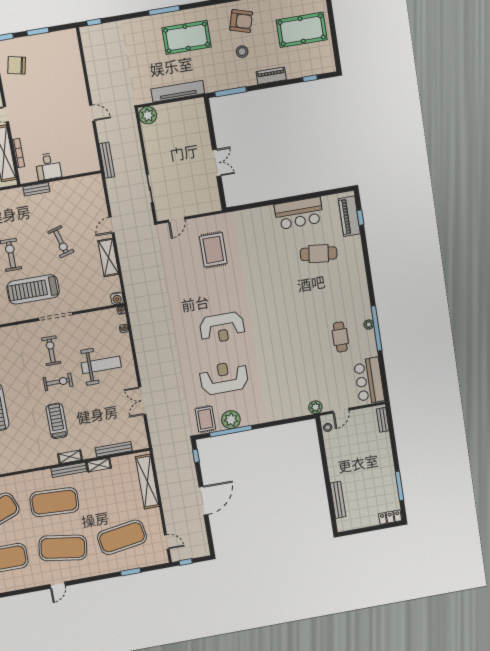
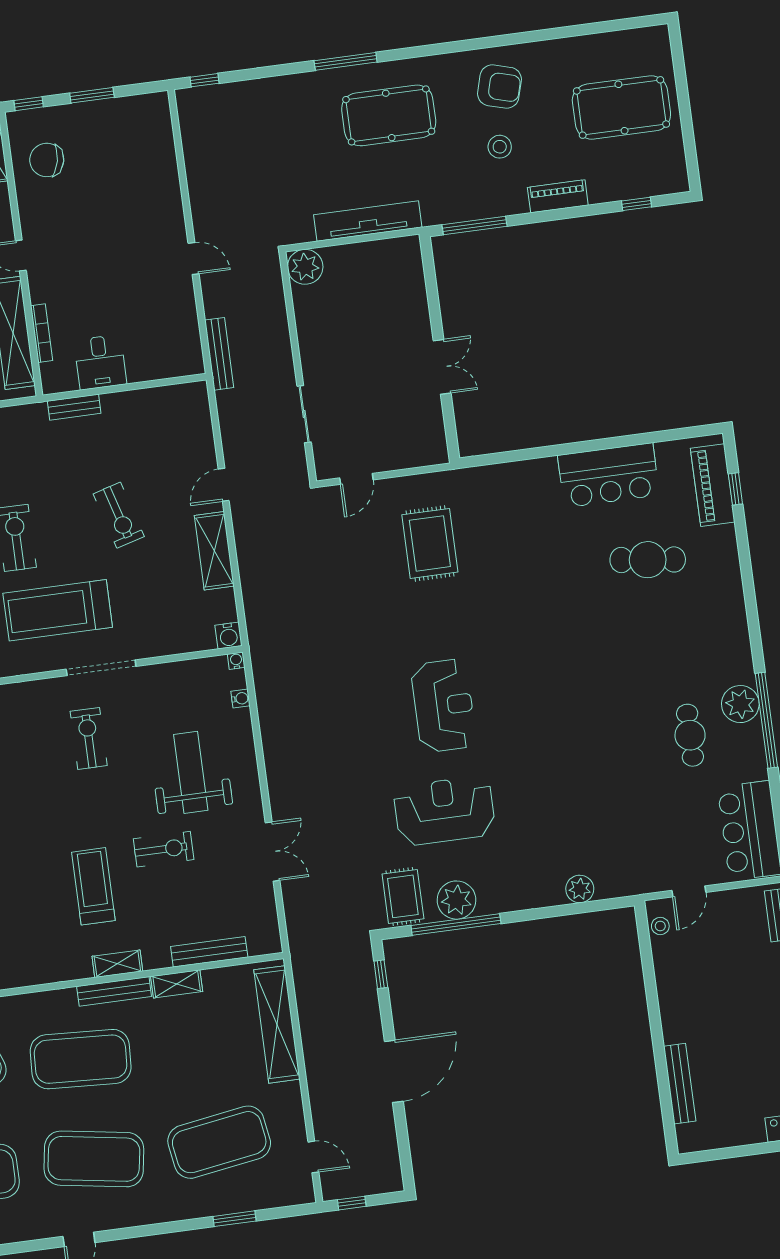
plant: (369, 325) -> (740, 704), width x1.88, depth x1.88
reception desk: (222, 328) -> (444, 706), turned -90
weight bench: (101, 365) -> (191, 772), turned -90
exercise bike: (58, 382) -> (164, 849), moved
double door: (142, 401) -> (273, 852), swing flipped
plant: (315, 407) -> (580, 889), moved

